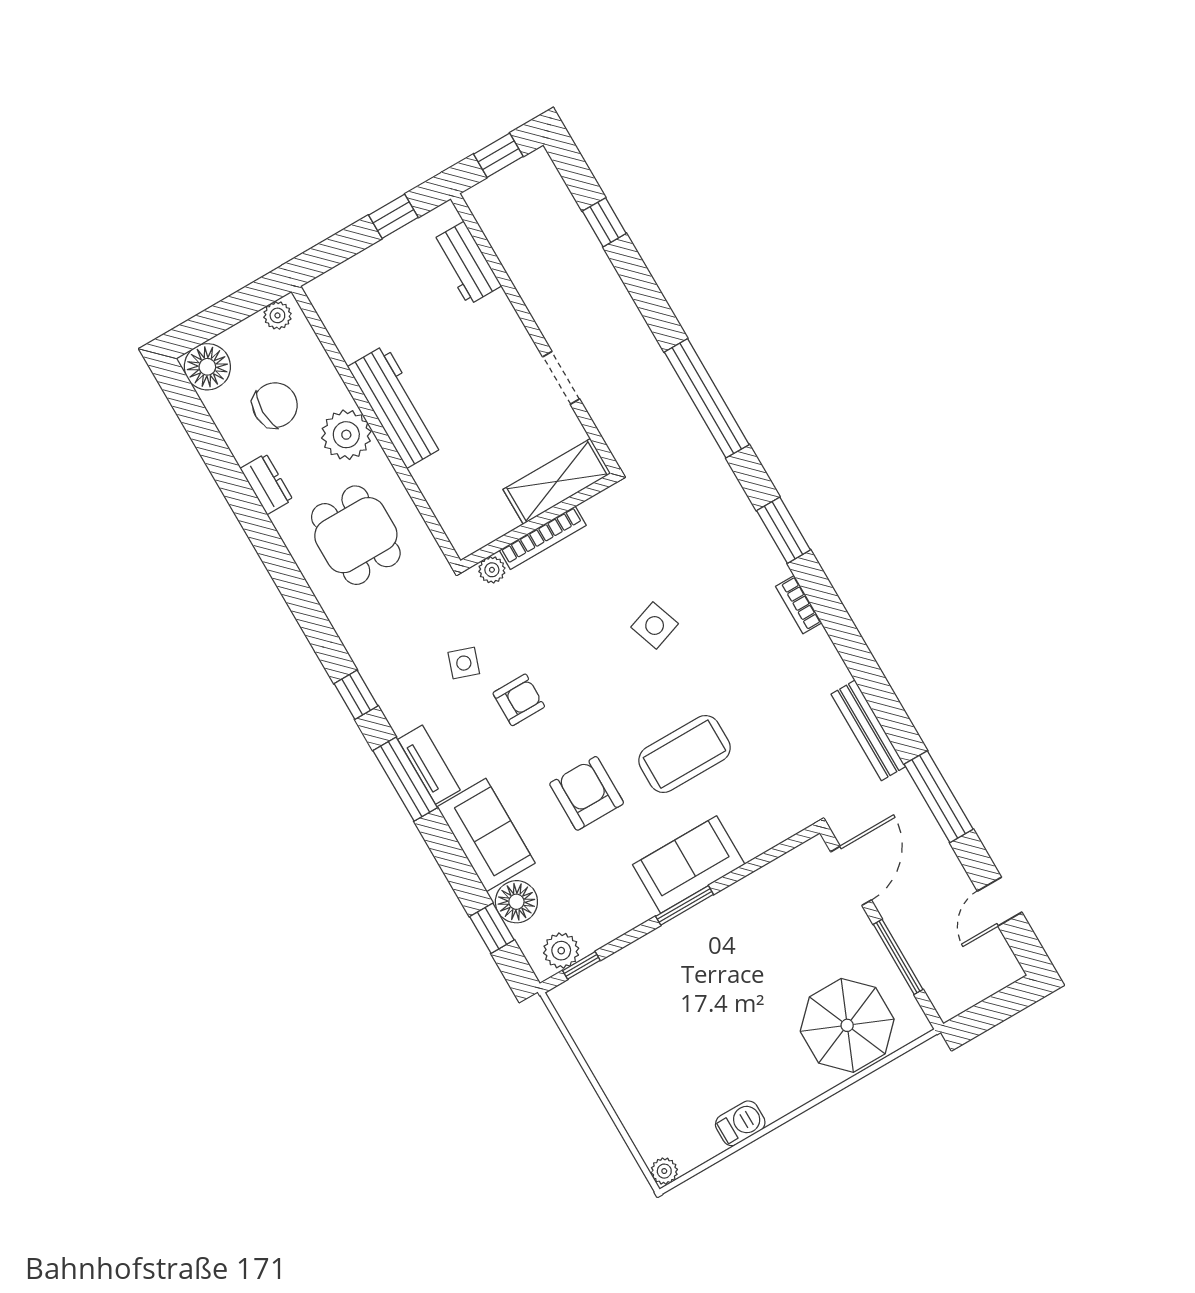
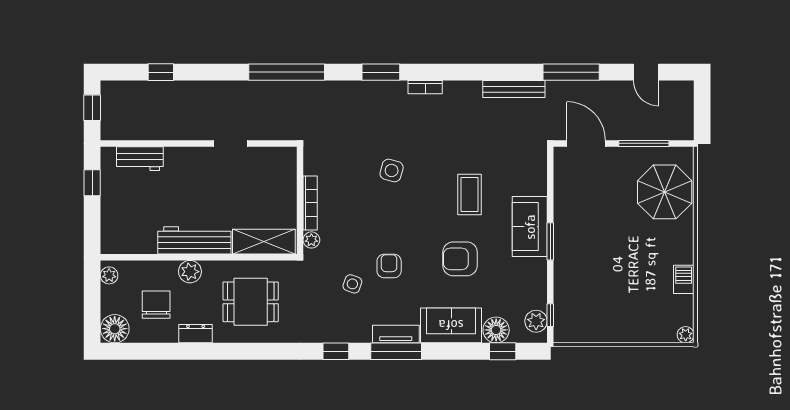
plant: (346, 435) -> (190, 272), width x0.73, depth x0.73
shelving: (557, 481) -> (264, 242), moved, turned 90
side table: (655, 625) -> (392, 170), turned 35
coffee table: (684, 754) -> (469, 194), width x0.73, depth x0.76

